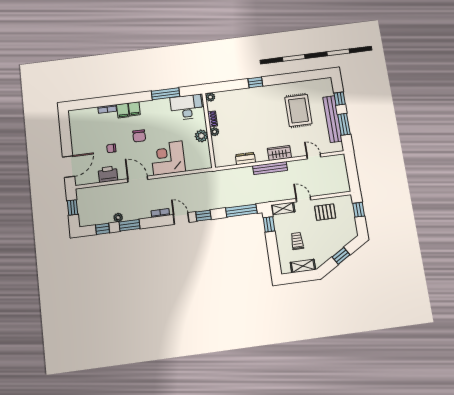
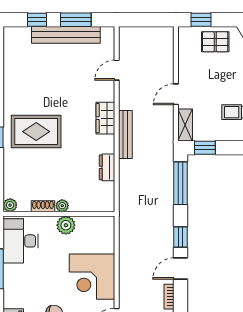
rug: (298, 110) -> (36, 132), moved
pallet: (325, 212) -> (215, 42), moved, turned 90

